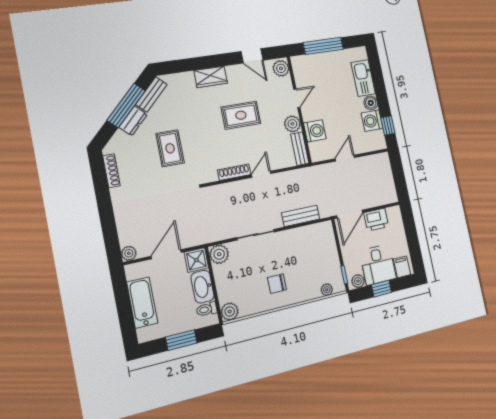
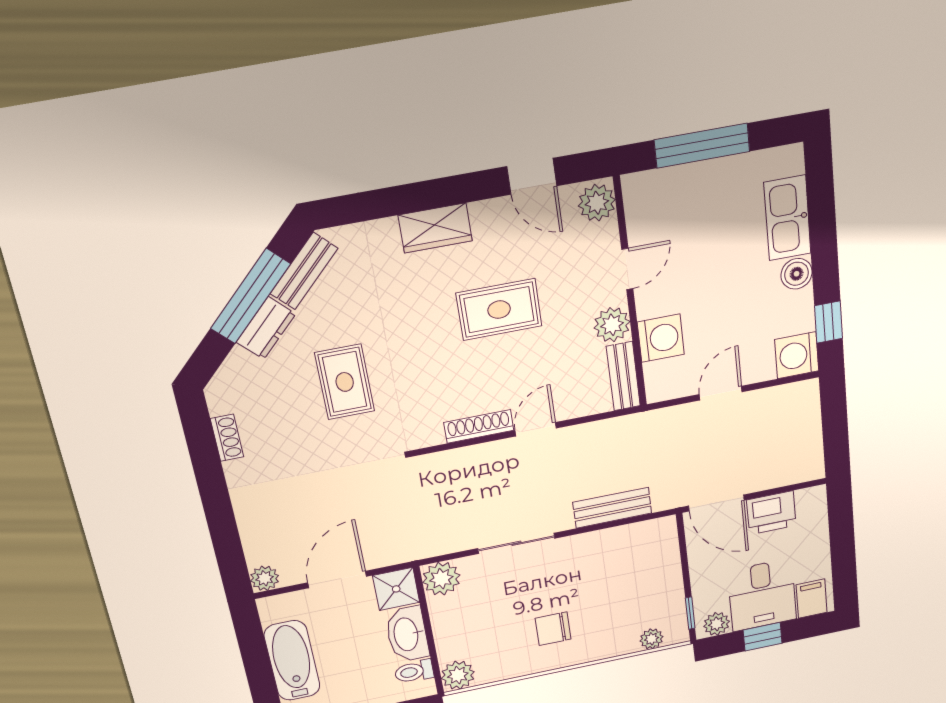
washing machine: (372, 121) -> (797, 355), moved
shoe rack: (111, 171) -> (227, 438), width x0.70
door: (350, 214) -> (716, 503), hinge flipped

